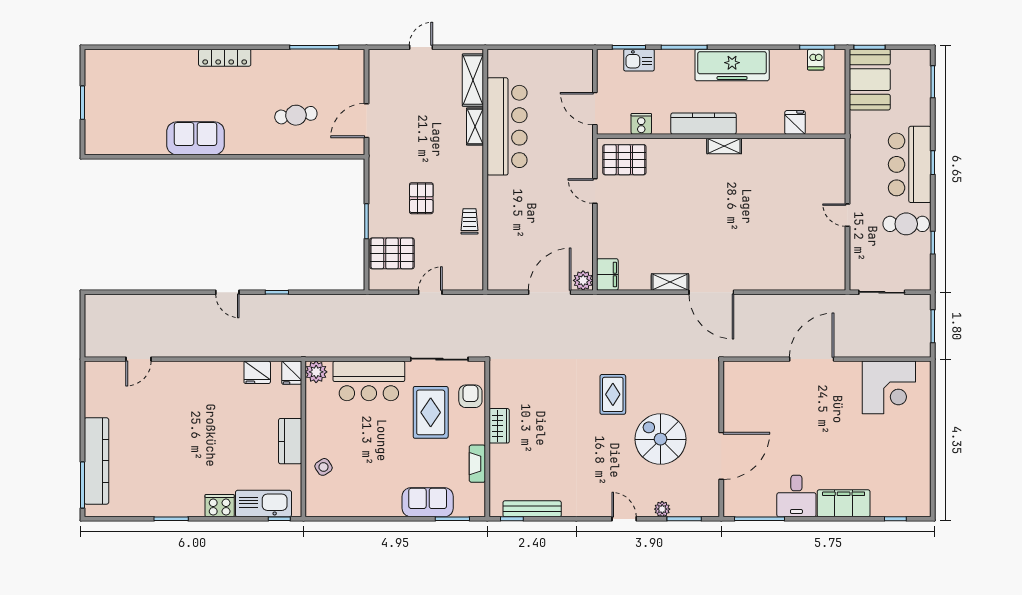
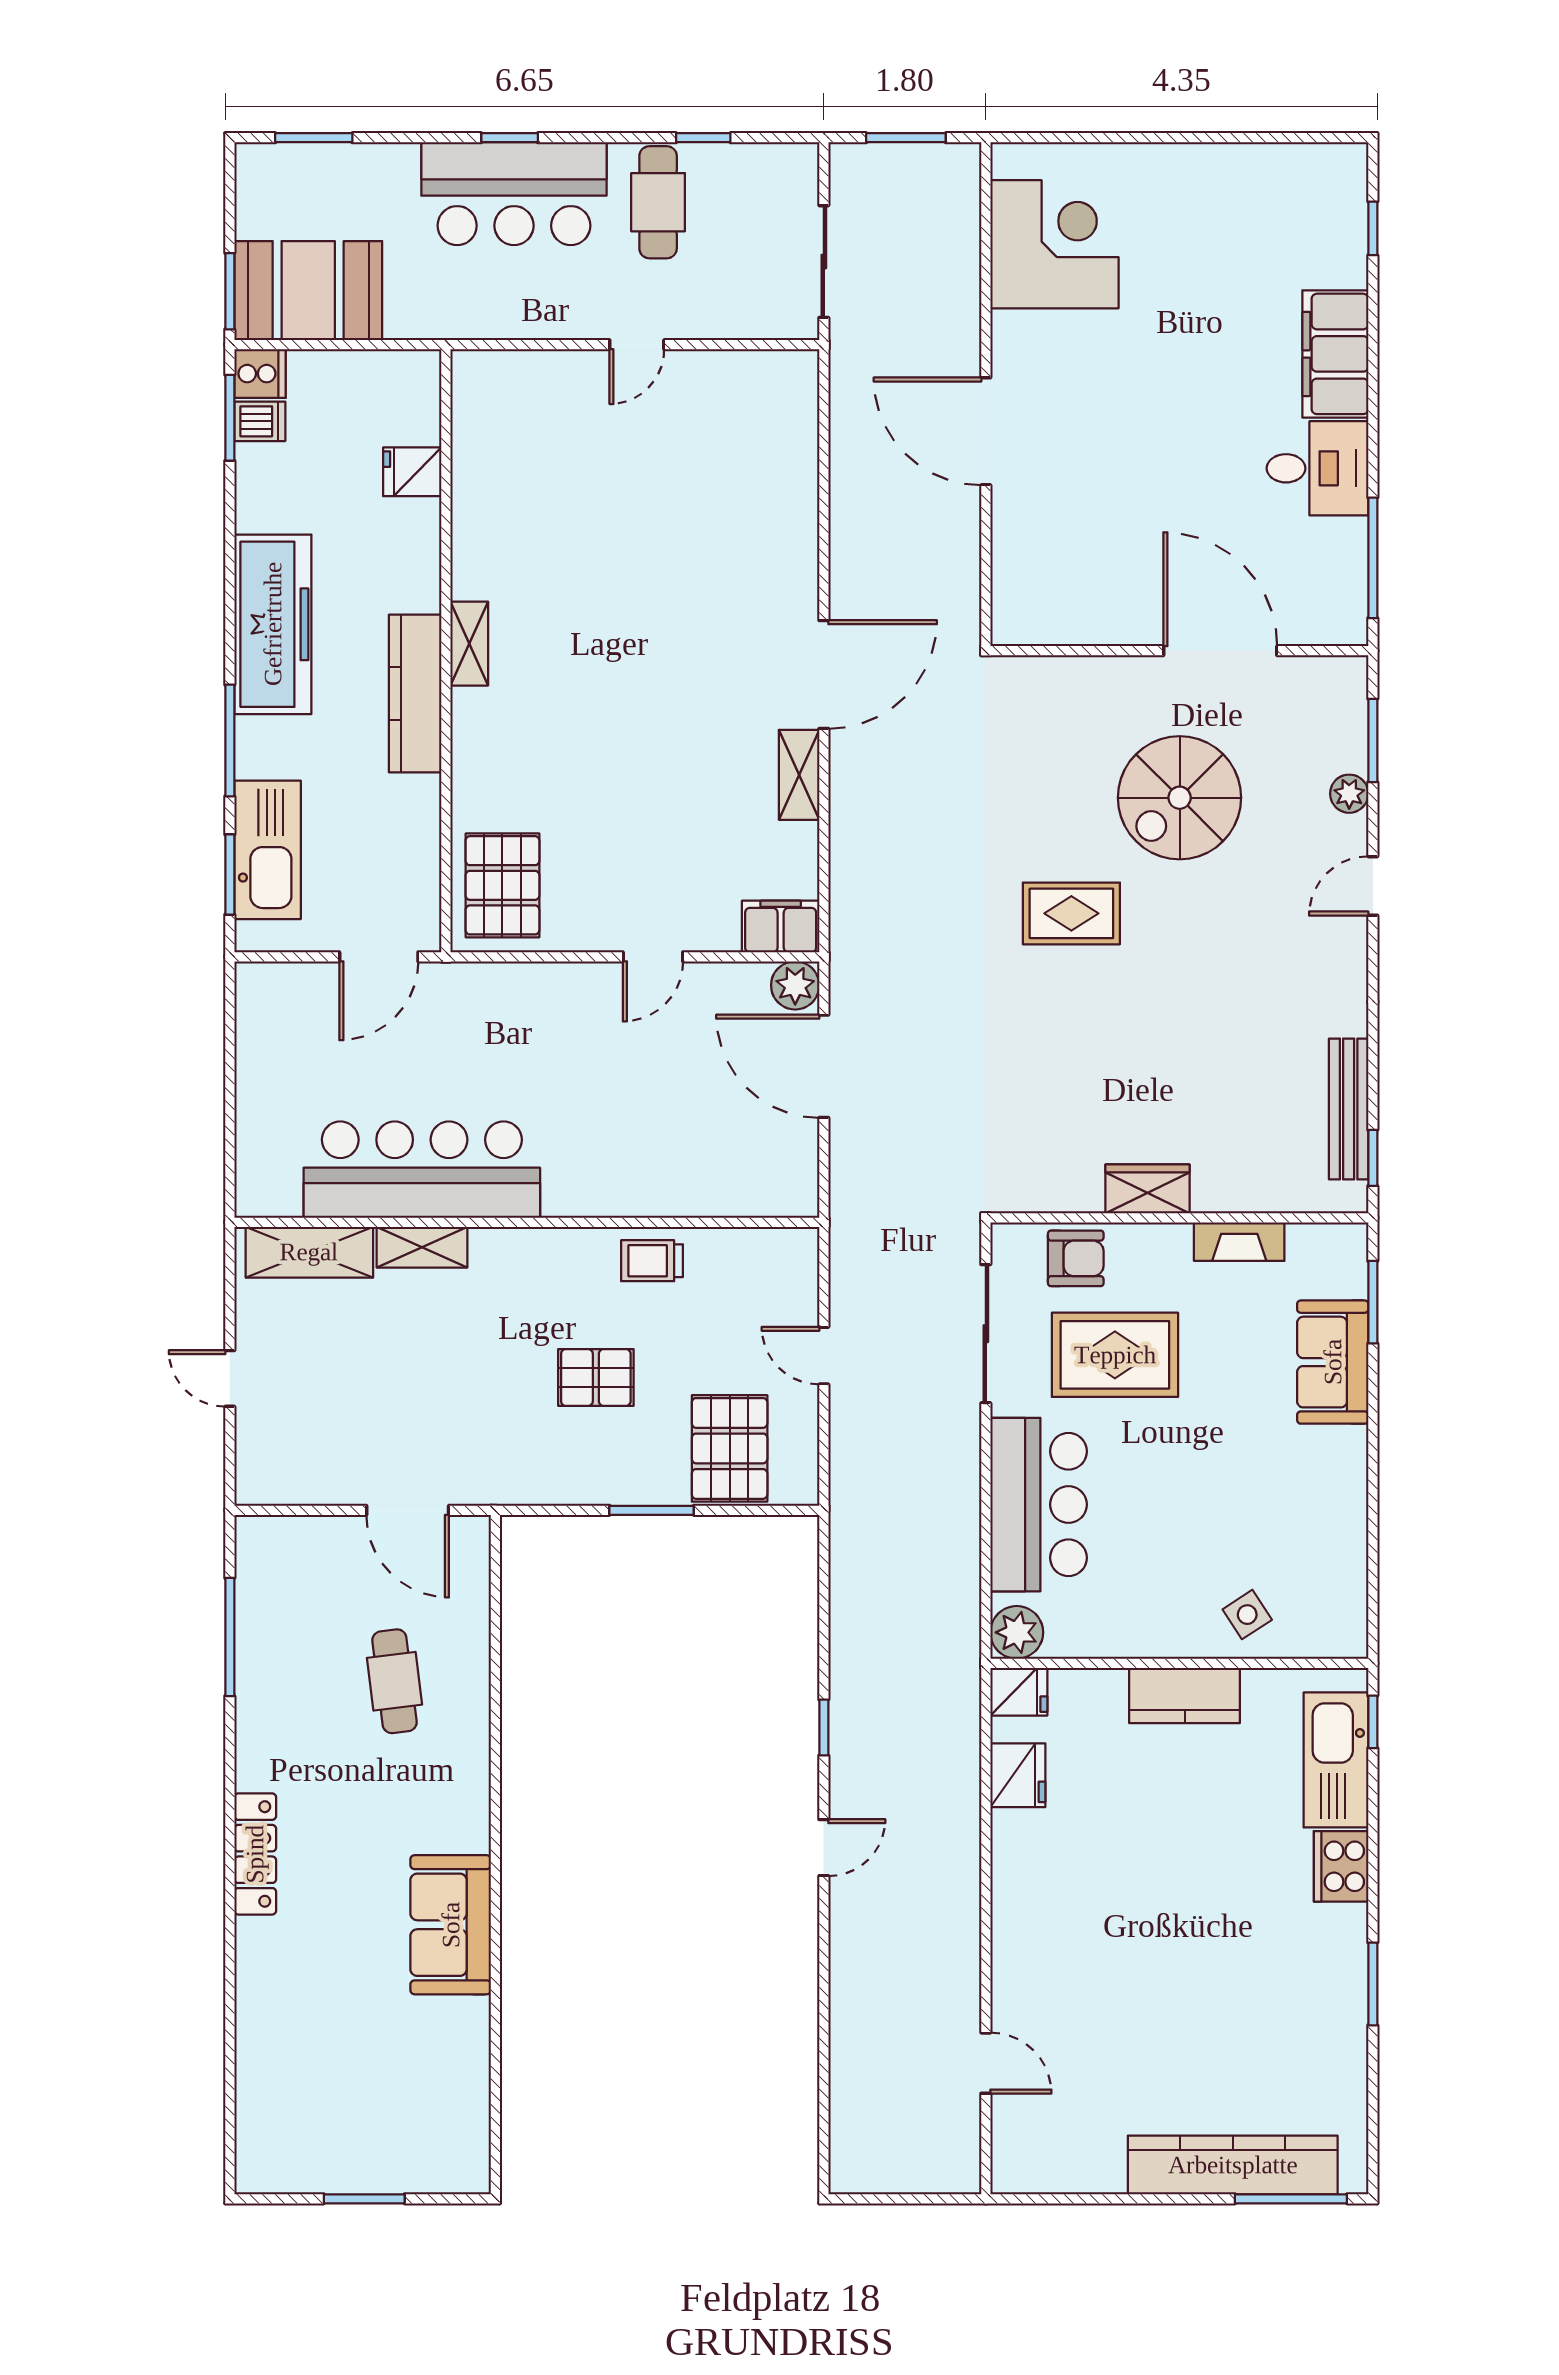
kitchen sink: (639, 60) -> (268, 850), width x1.88, depth x1.24
cooker: (641, 124) -> (260, 374), moved, turned 180
door: (595, 191) -> (653, 957), moved
armchair: (470, 396) -> (1076, 1258), turned 180

